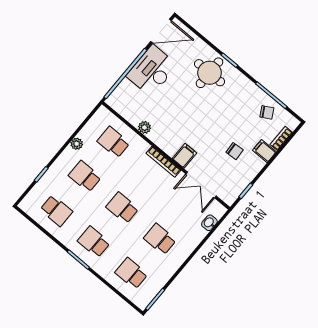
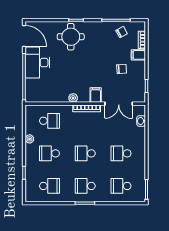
door: (161, 31) -> (24, 36), hinge flipped
plant: (144, 127) -> (73, 98), moved
school desk: (113, 142) -> (49, 121), turned 180

